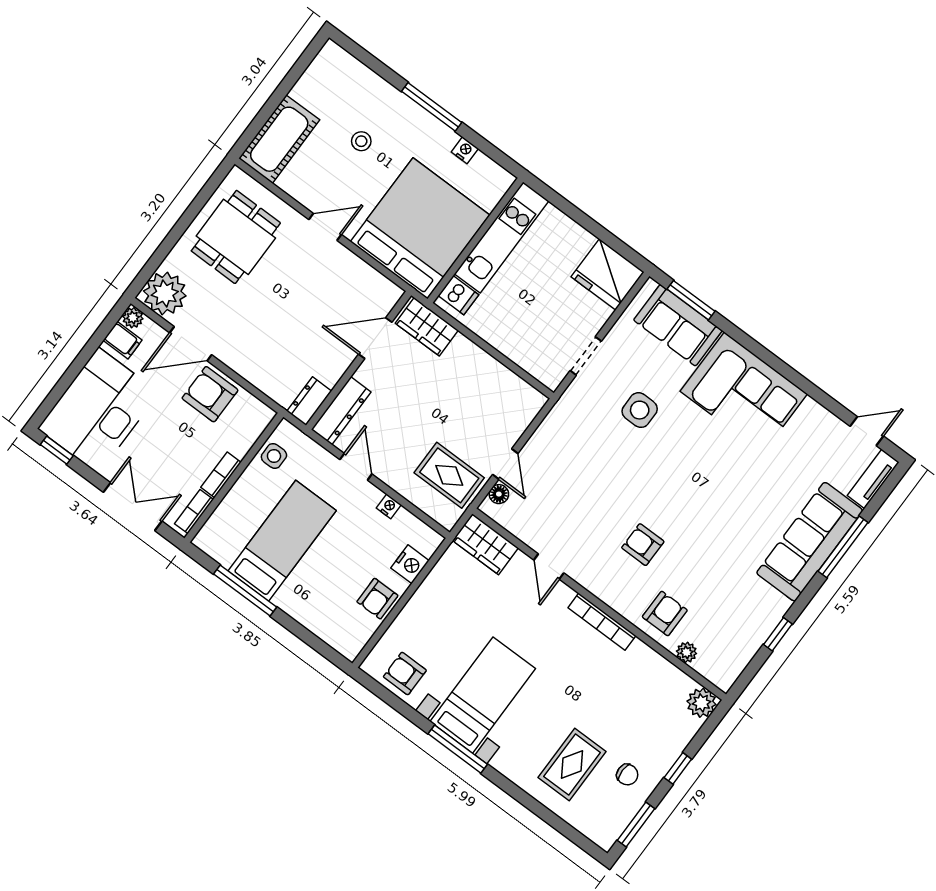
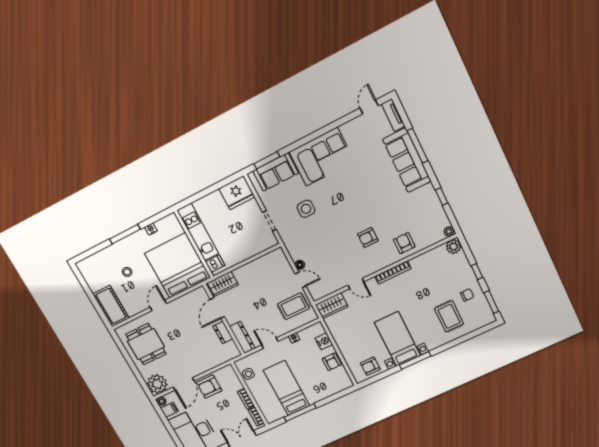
dresser: (309, 401) -> (223, 333), moved
floor lamp: (499, 494) -> (300, 265), moved
plant: (687, 652) -> (449, 232), moved

